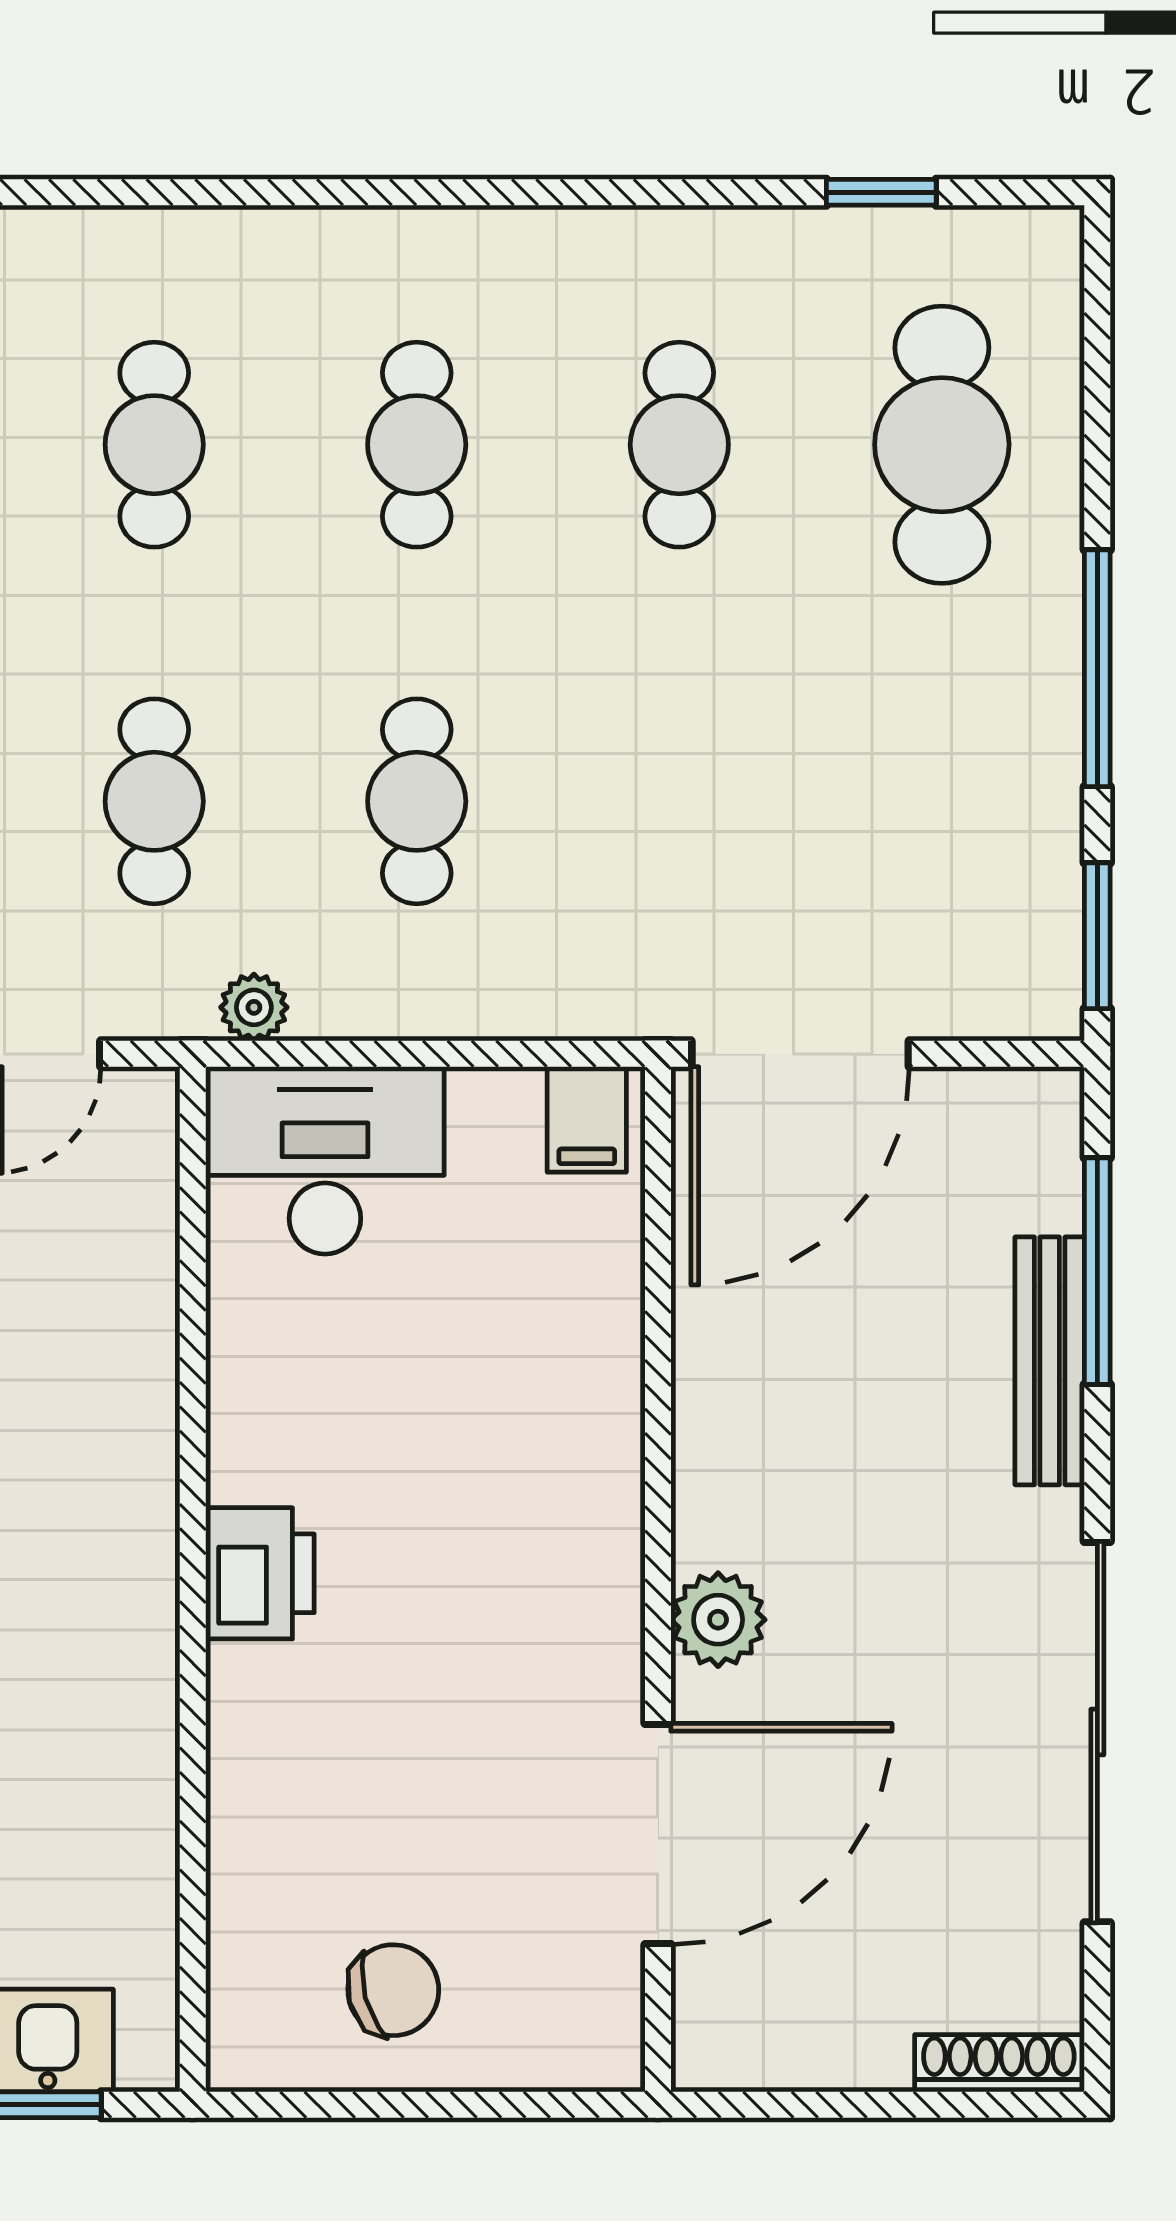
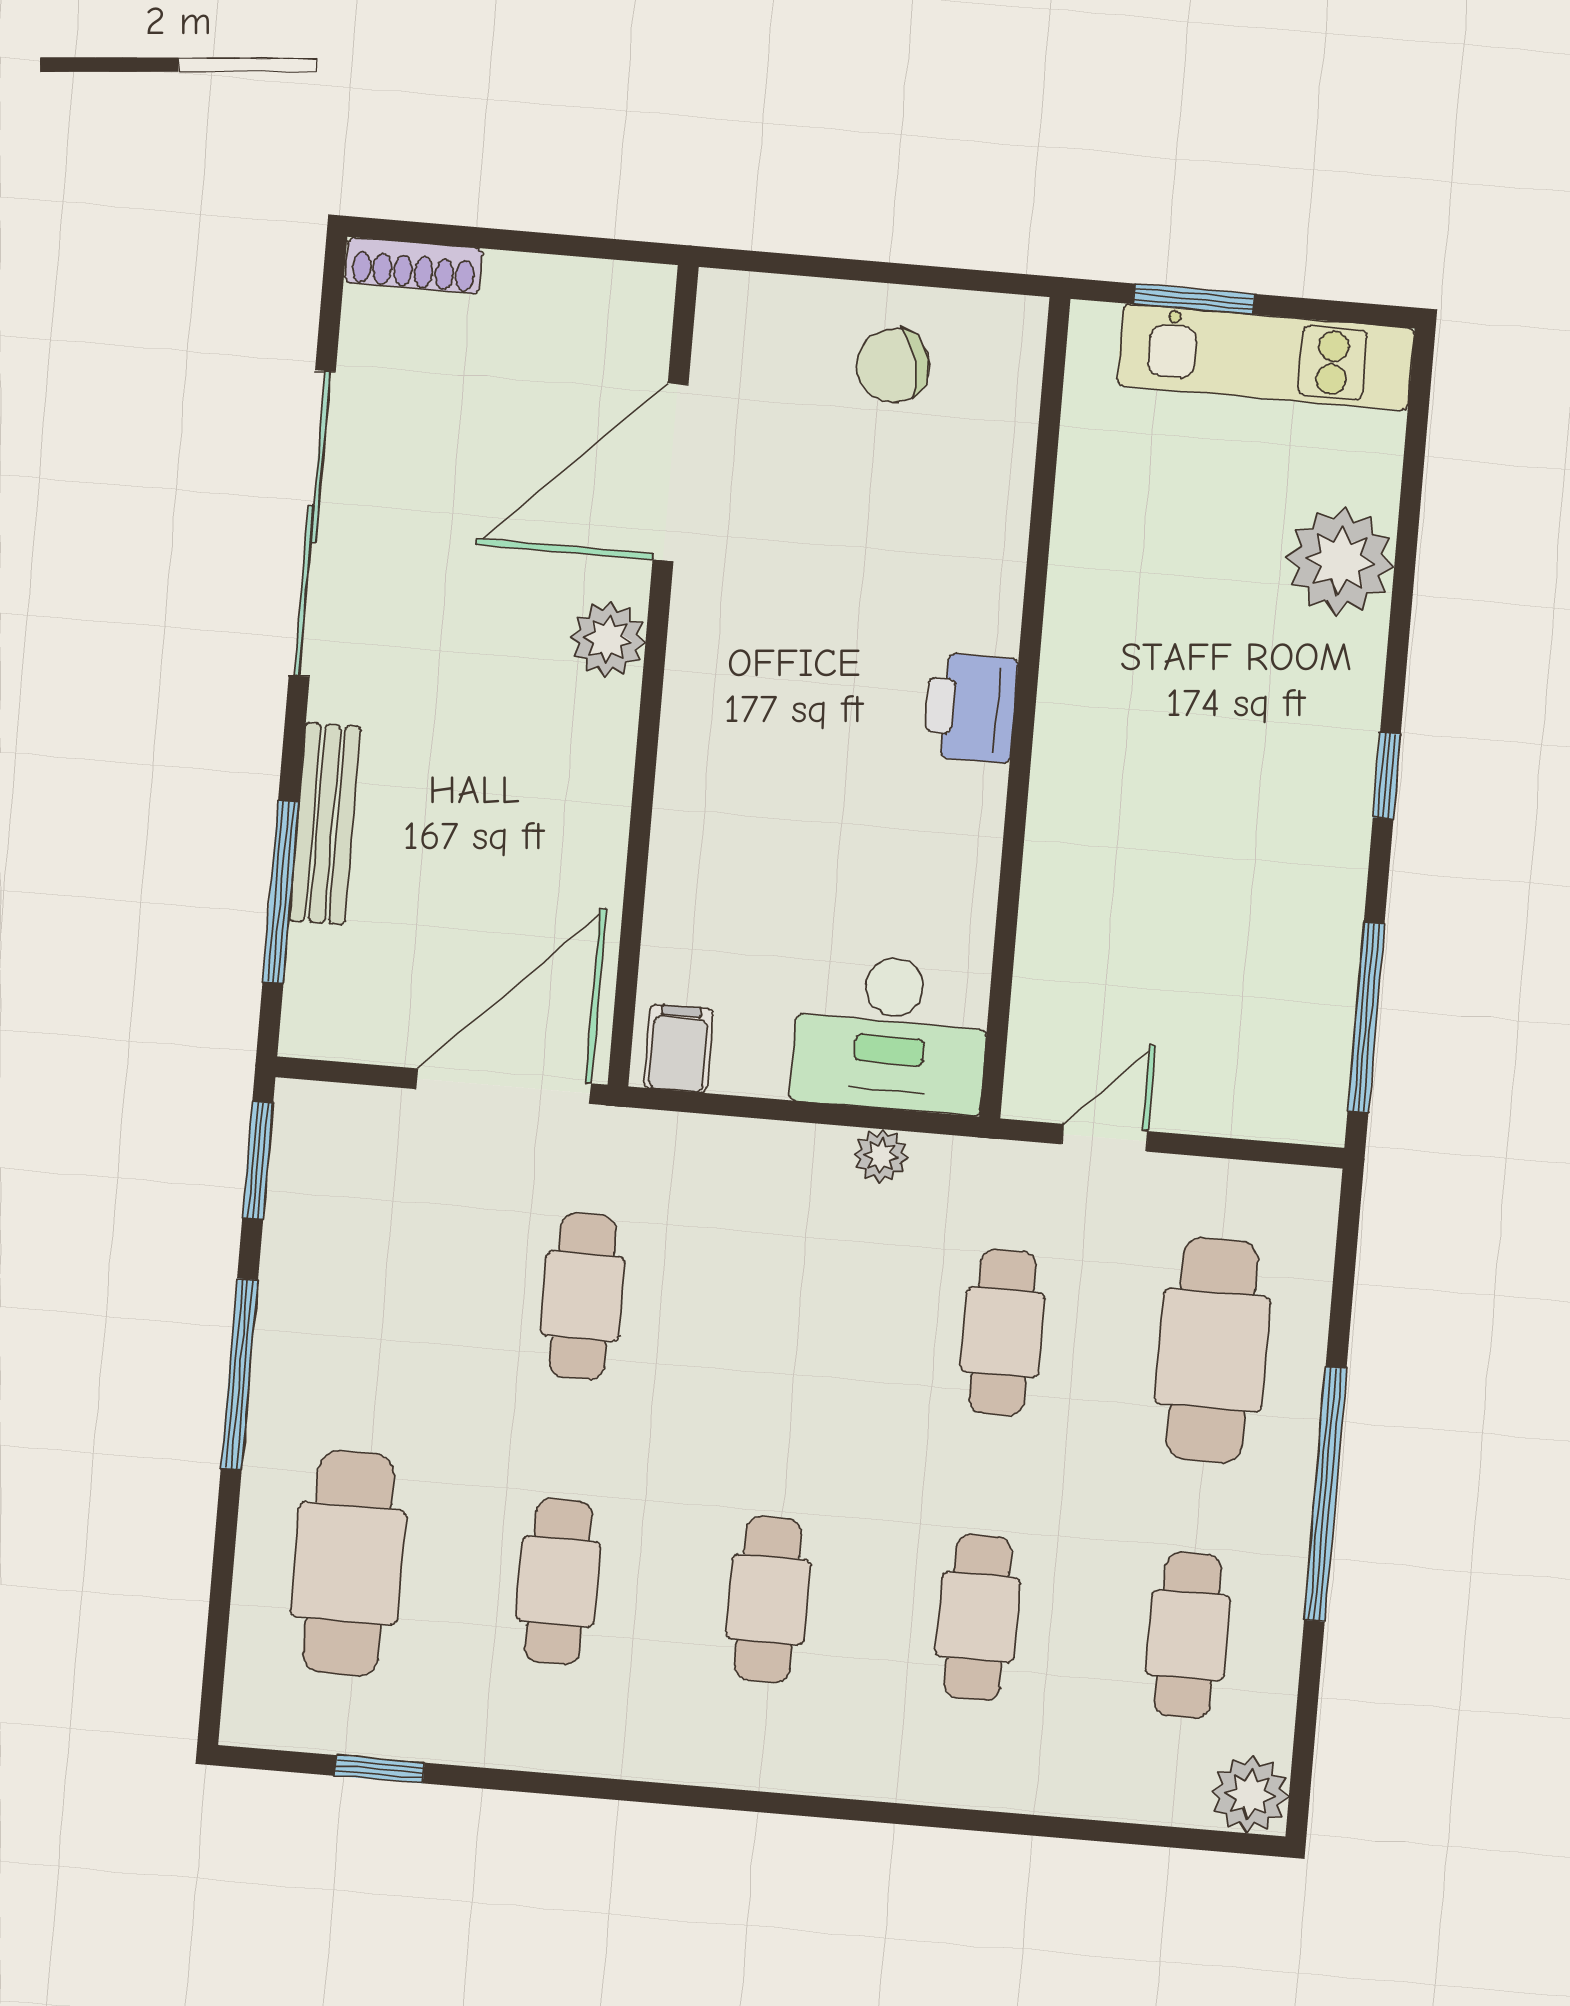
cafe table: (417, 801) -> (583, 1296), moved
plant: (254, 1007) -> (881, 1156), moved

